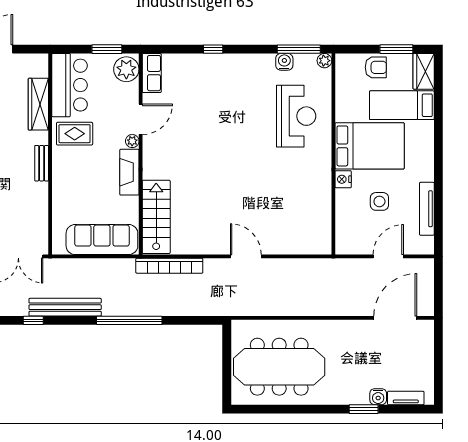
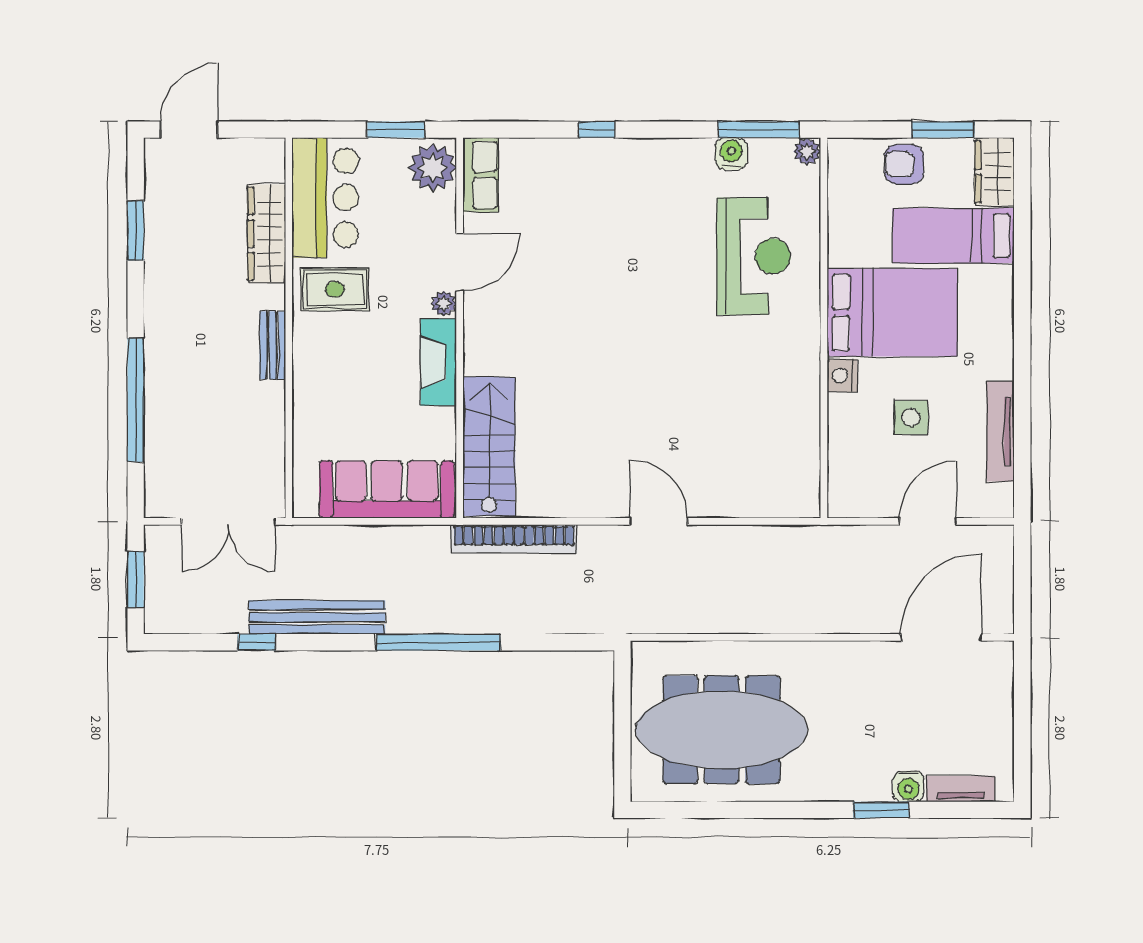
armchair: (376, 67) -> (904, 164), turned 180

